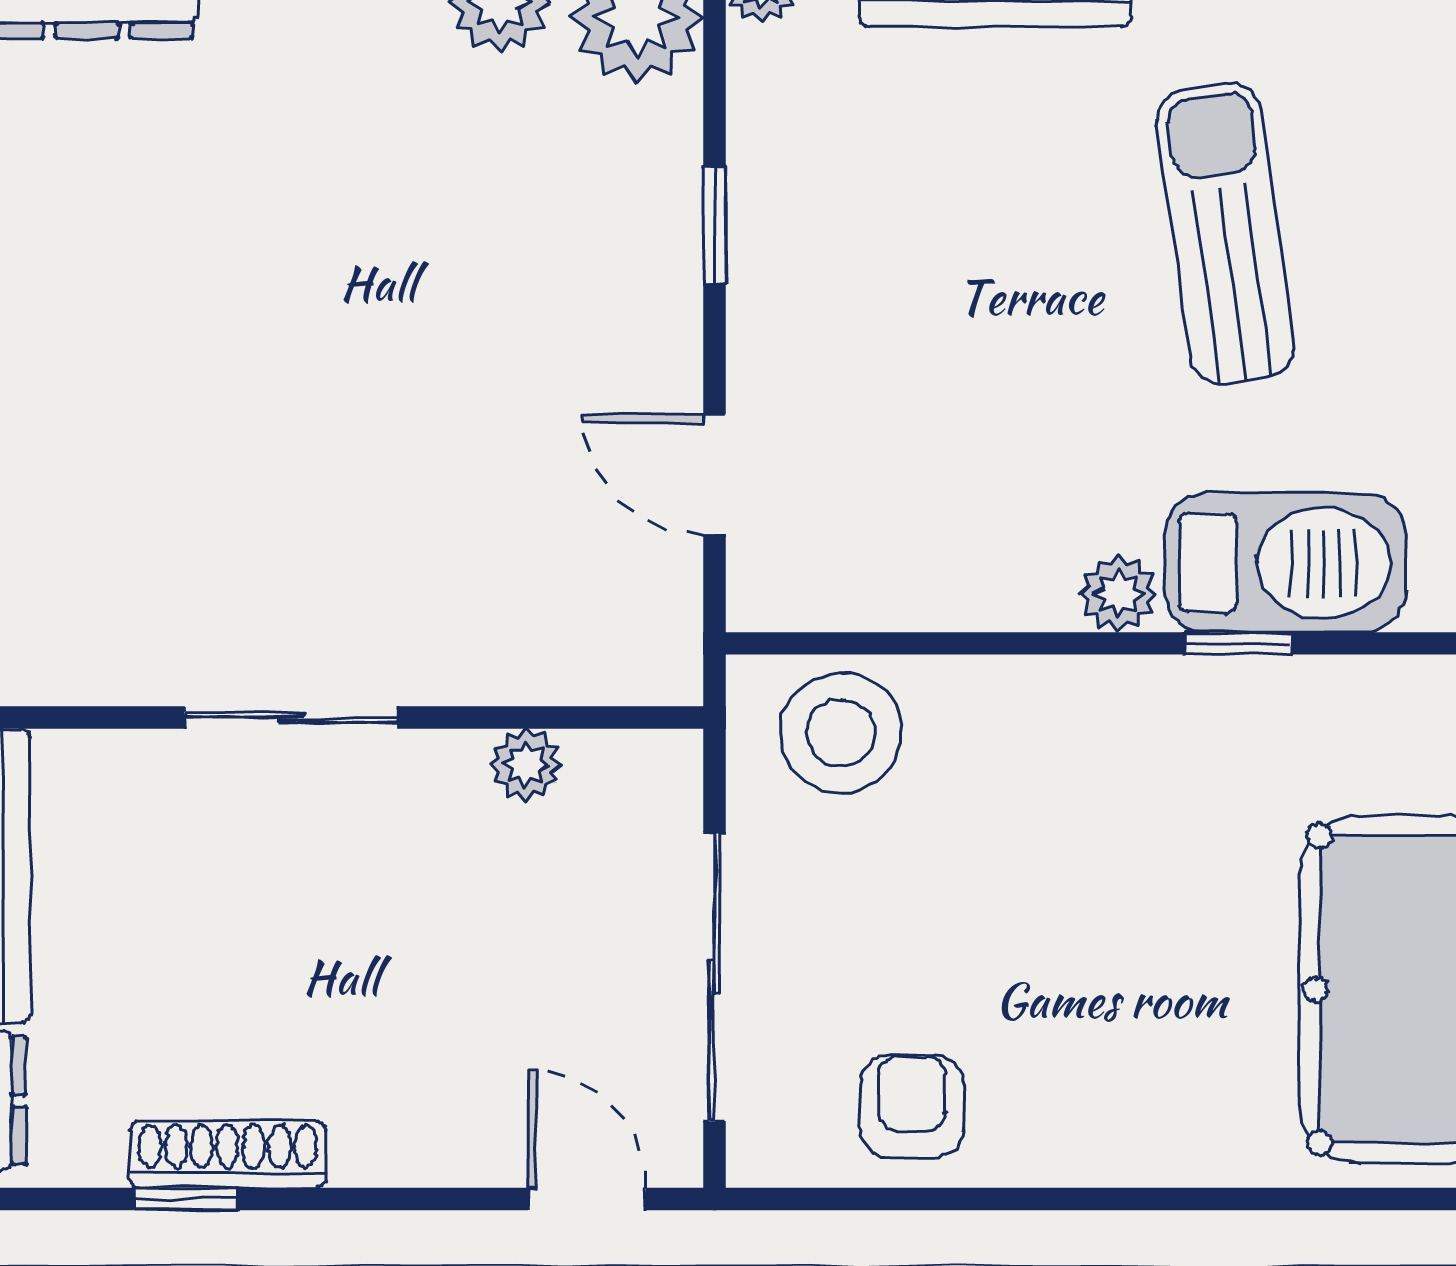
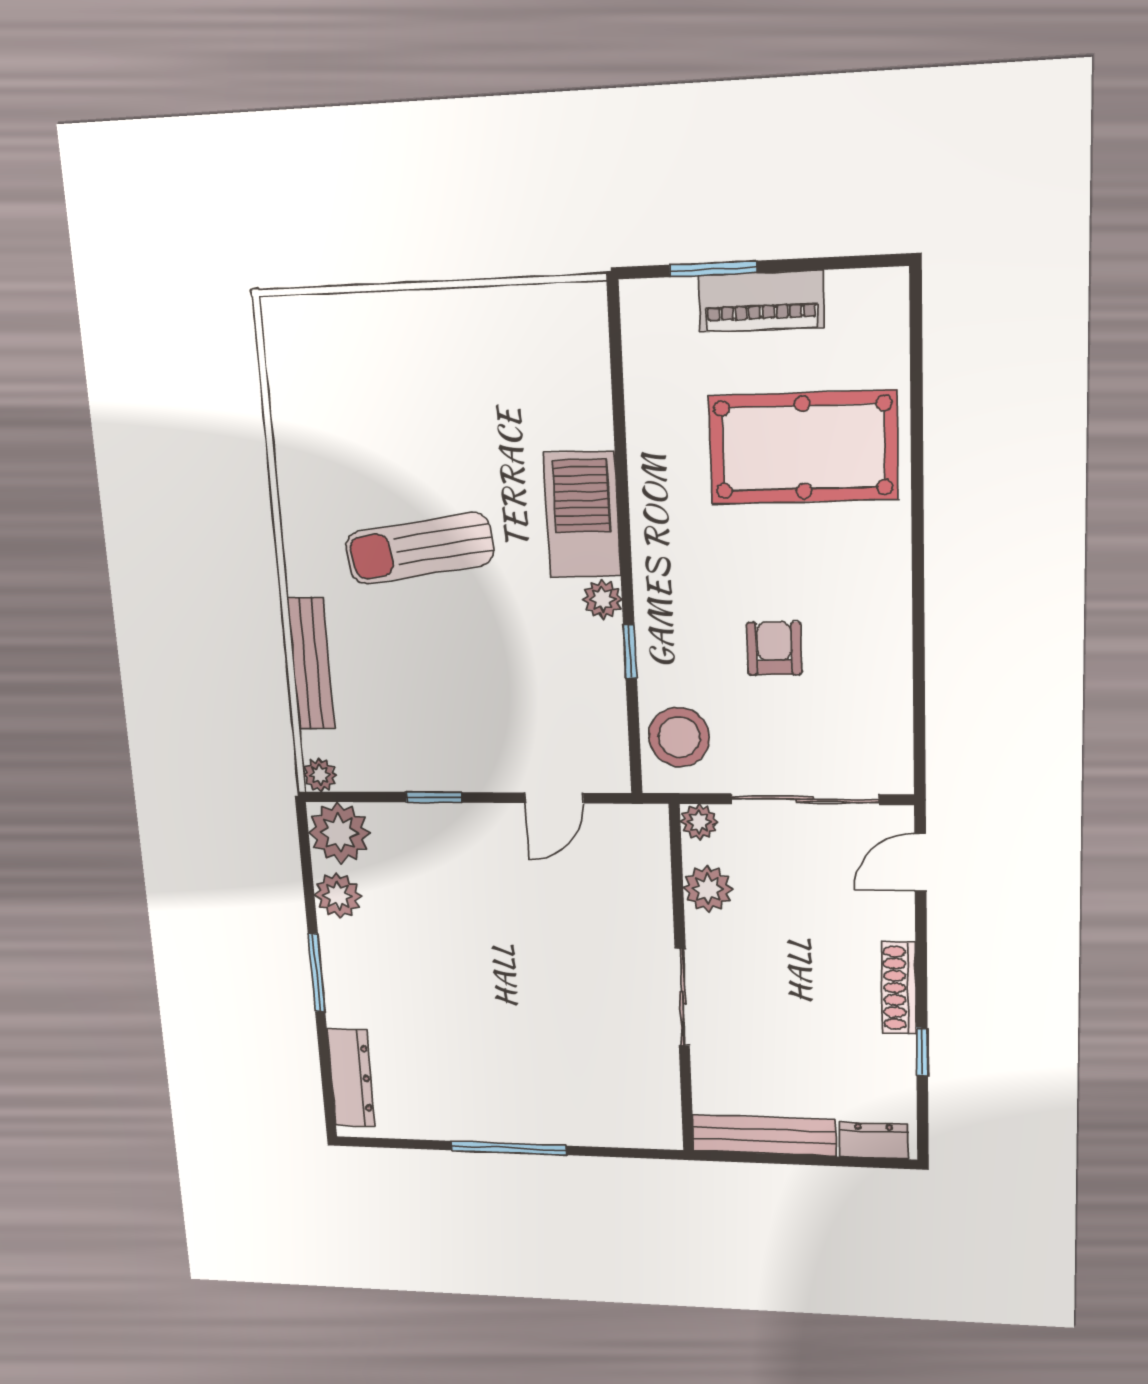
window: (1238, 643) -> (630, 652), moved
plant: (526, 765) -> (708, 889), width x1.38, depth x1.38
plant: (666, 766) -> (699, 822), added
armchair: (912, 1106) -> (774, 648), moved, turned 90
shoe rack: (228, 1154) -> (899, 988), moved

